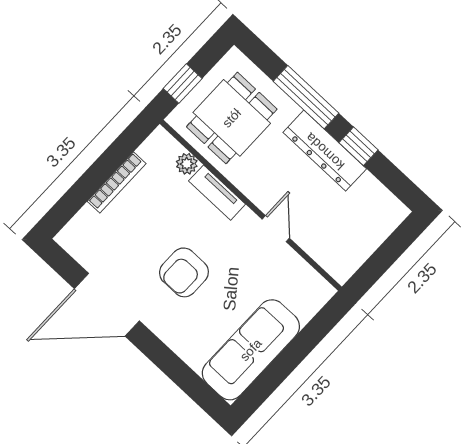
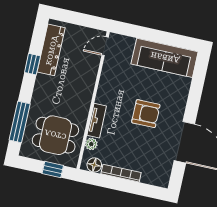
window: (306, 97) -> (20, 122), moved
floor lamp: (153, 150) -> (94, 165), added
dresser: (325, 151) -> (51, 50), moved
door: (276, 229) -> (105, 46), moved

